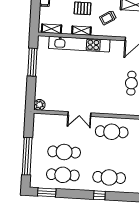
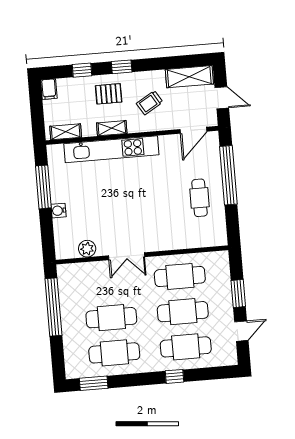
water cooler: (40, 79) -> (59, 211), added
plant: (39, 105) -> (87, 249), moved
cafe table: (110, 155) -> (183, 312), added
window: (27, 156) -> (53, 307), moved

